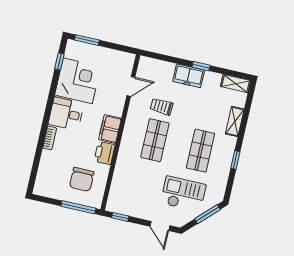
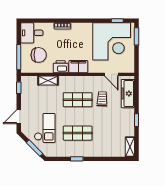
freezer: (189, 76) -> (128, 94), moved, width x1.40
corner desk: (78, 81) -> (112, 41), width x1.36, depth x1.36
desk: (66, 114) -> (32, 33), moved, turned -90
shelving: (235, 121) -> (48, 81), moved
chair: (82, 179) -> (39, 55), turned 180

